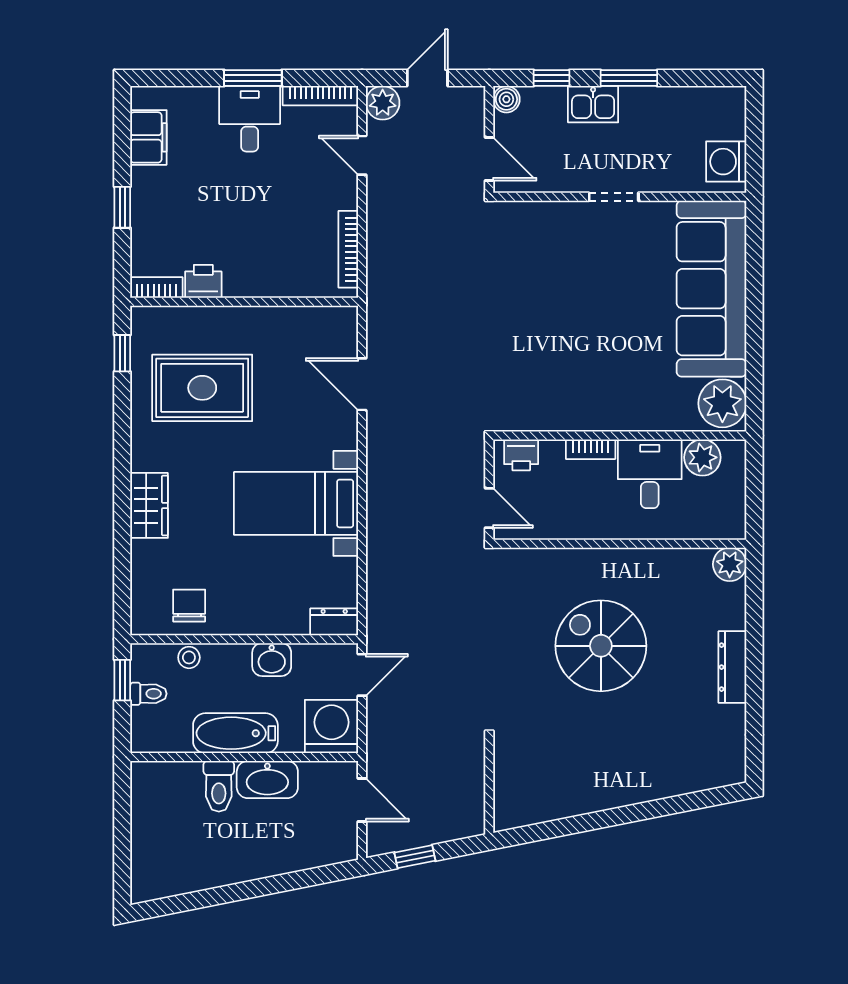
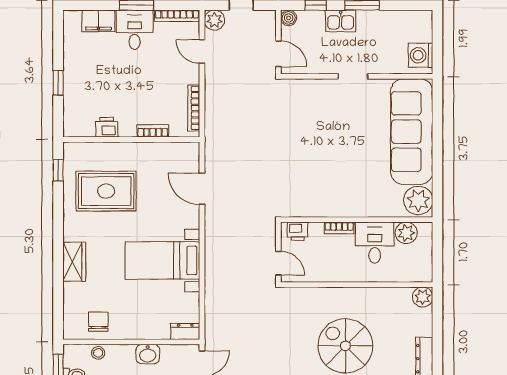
filing cabinet: (148, 137) -> (98, 21), moved, turned 90
bookcase: (156, 288) -> (153, 131), moved

